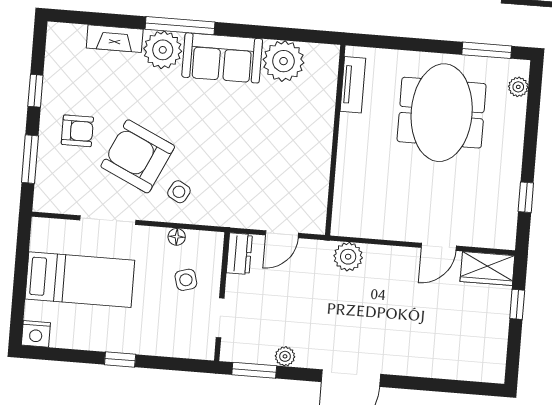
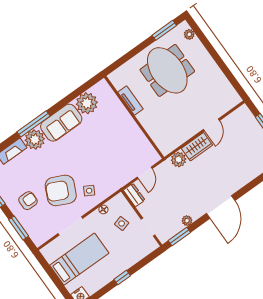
tv unit: (353, 85) -> (130, 101), moved
window: (526, 197) -> (229, 76), removed
wardrobe: (487, 269) -> (197, 147), moved

